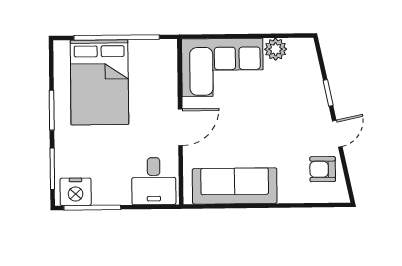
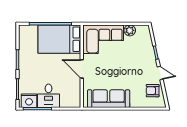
bed: (99, 82) -> (59, 39), moved, turned 90
door: (180, 127) -> (82, 69), swing flipped
door: (337, 134) -> (160, 73), hinge flipped
desk: (154, 181) -> (48, 96), moved

